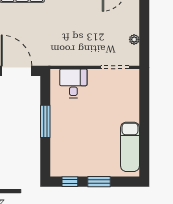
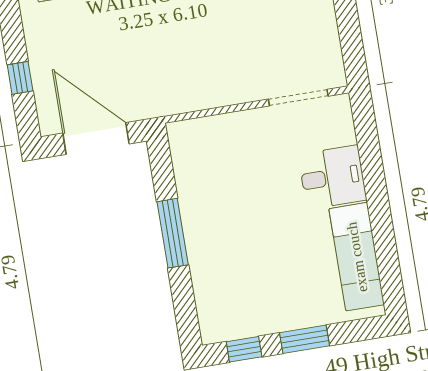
plant: (134, 39) -> (329, 33), removed
desk: (73, 83) -> (332, 177), moved, turned 90

